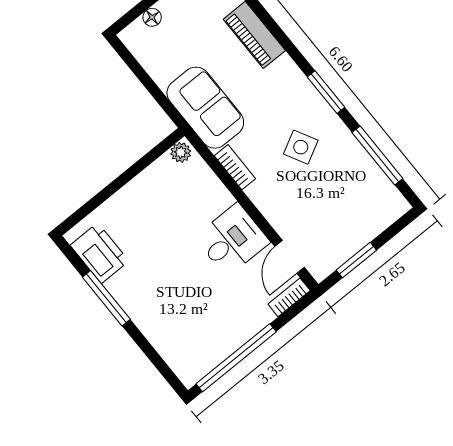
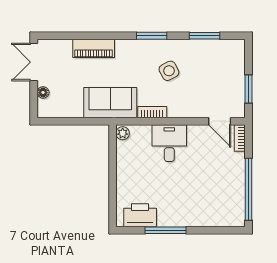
window: (377, 155) -> (205, 36), width x0.69
desk: (232, 240) -> (169, 143), moved

